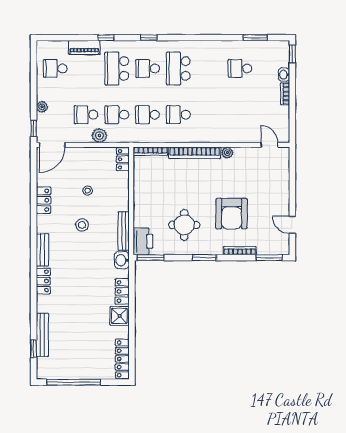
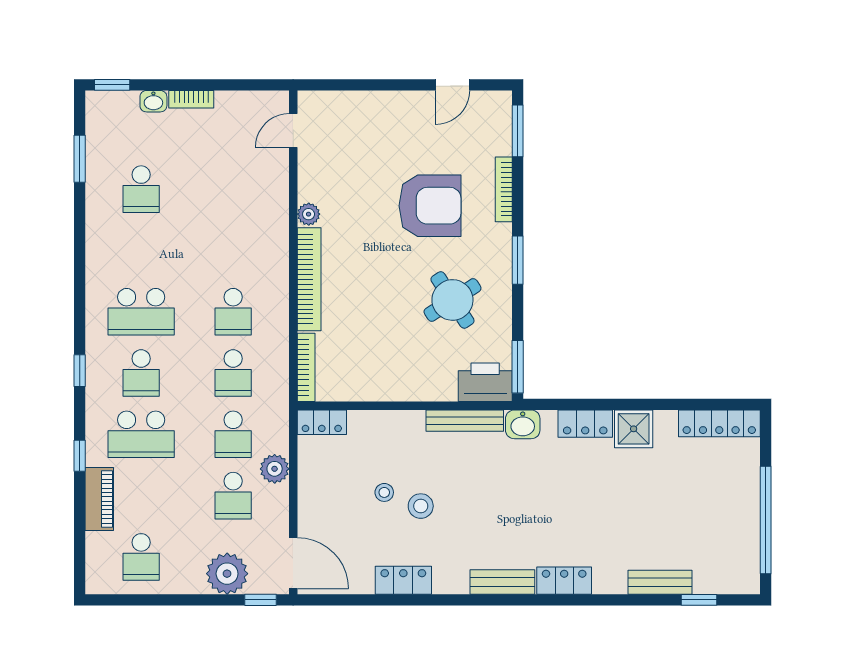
plant: (42, 107) -> (227, 574), width x1.88, depth x1.88
stool: (82, 225) -> (421, 506), moved
round table: (184, 225) -> (452, 300), turned -33
bench: (42, 335) -> (660, 582), width x0.73

